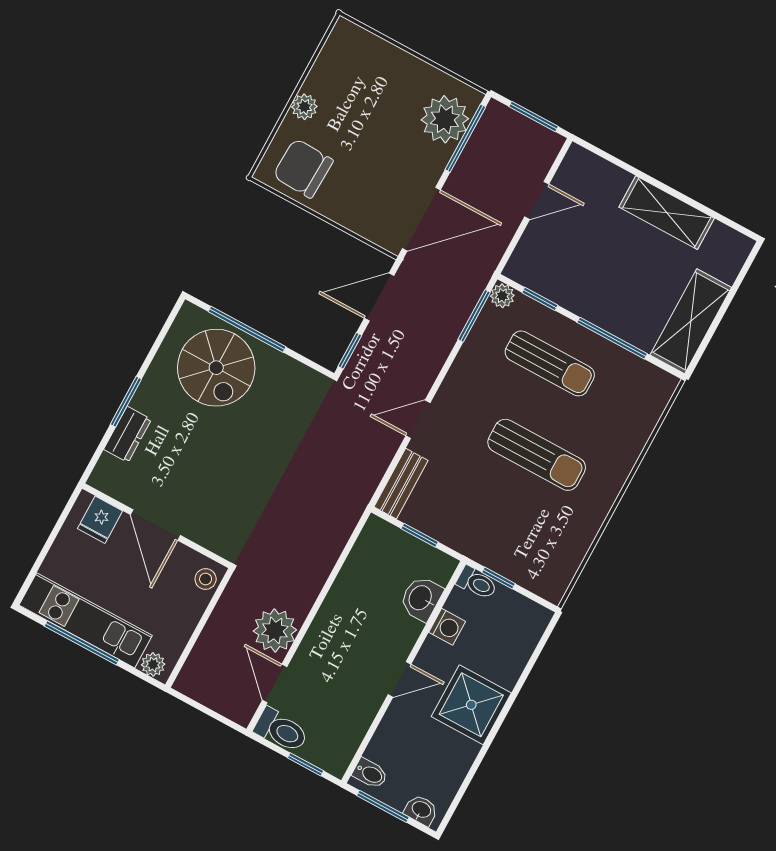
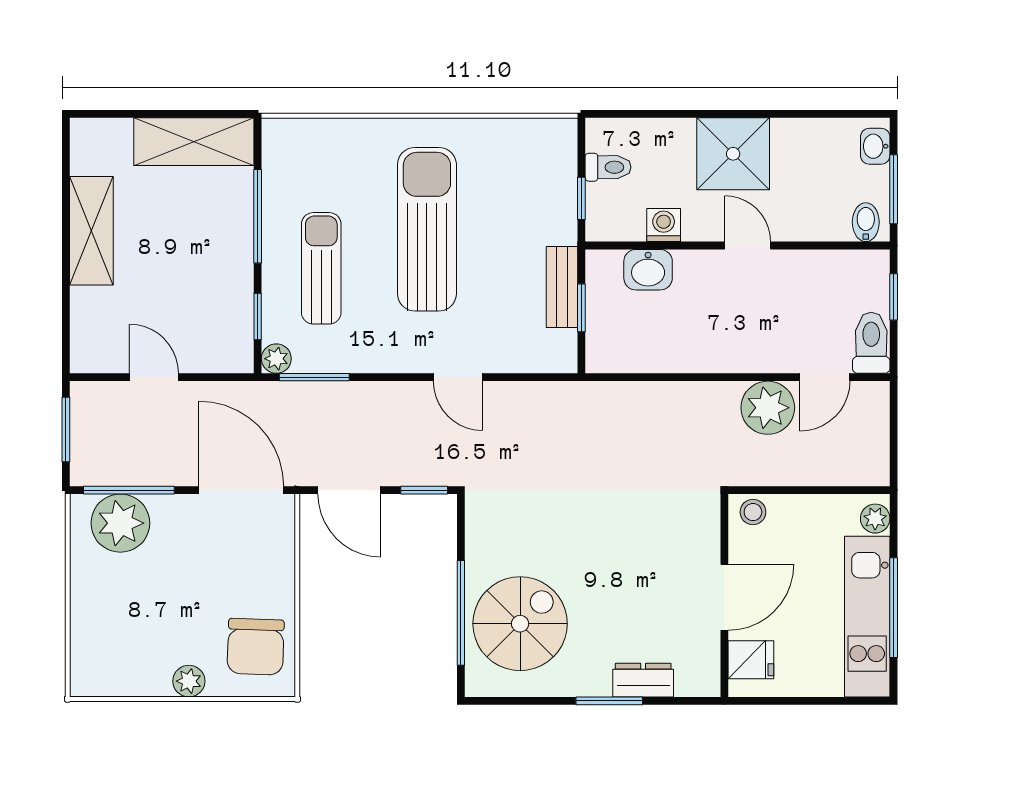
sun lounger: (537, 455) -> (427, 229), width x1.36, depth x1.34
bench: (401, 484) -> (562, 287), moved, turned 90
toilet: (477, 583) -> (608, 167), moved, turned 90

